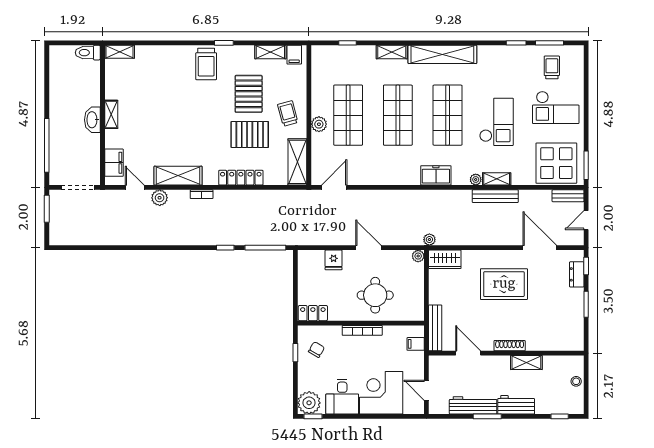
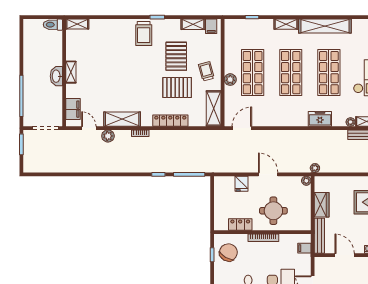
wardrobe: (445, 259) -> (322, 205), moved, turned -90
locker: (313, 313) -> (240, 224), moved
chair: (316, 350) -> (228, 252), width x1.87, depth x1.87

